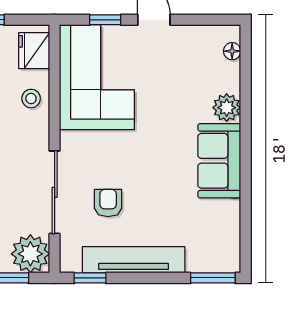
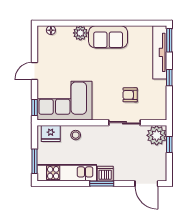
window: (105, 20) -> (35, 108), moved
sliding door: (55, 192) -> (125, 123), width x0.73
tv unit: (134, 260) -> (160, 52), moved
window: (90, 278) -> (169, 78), moved

